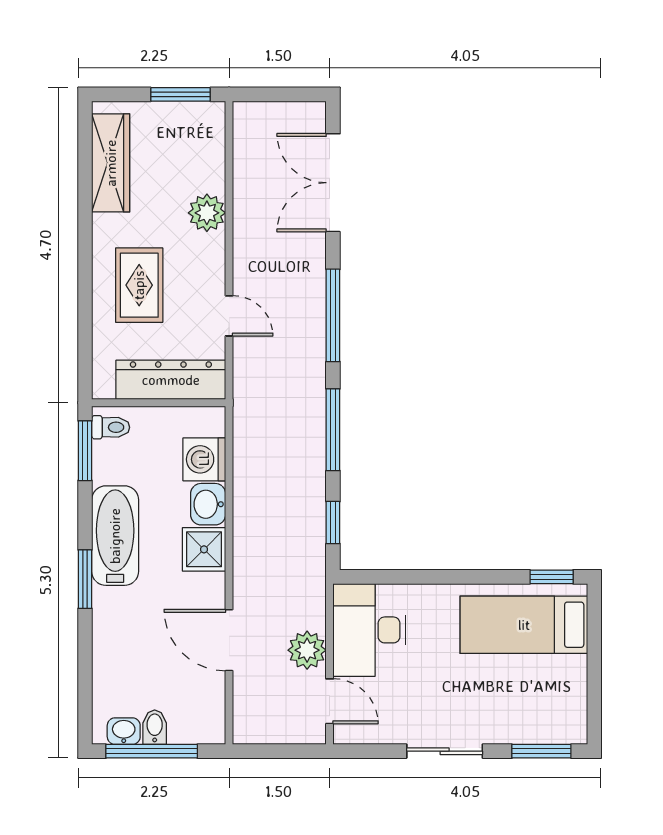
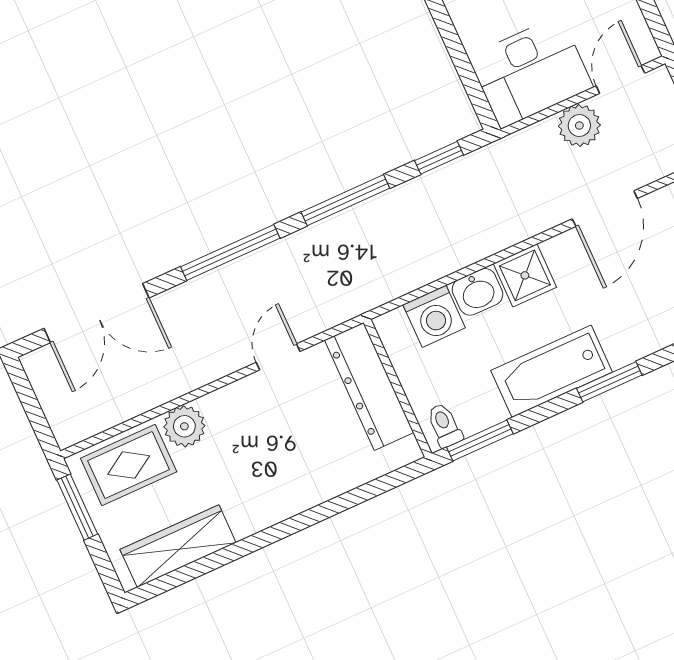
rug: (139, 285) -> (129, 465), moved

